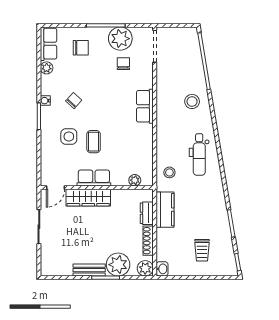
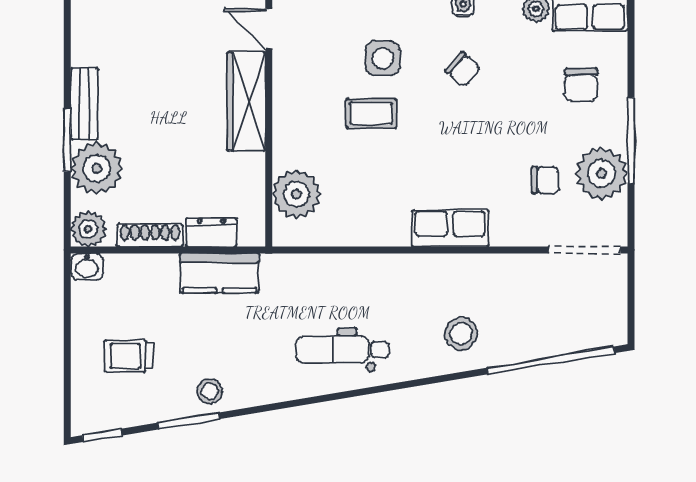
stool: (169, 172) -> (210, 391), moved
row of seats: (94, 178) -> (290, 114), removed
plant: (135, 180) -> (296, 194), width x1.87, depth x1.87

